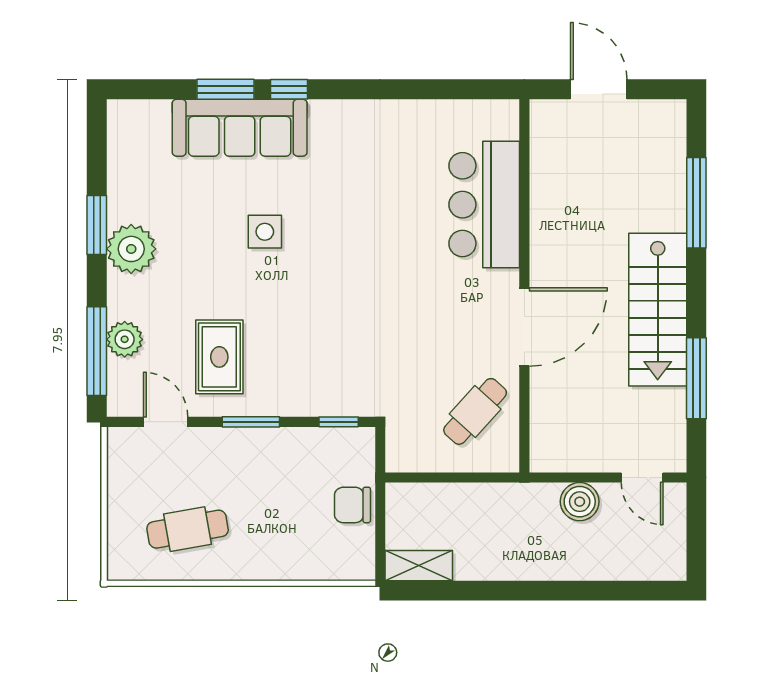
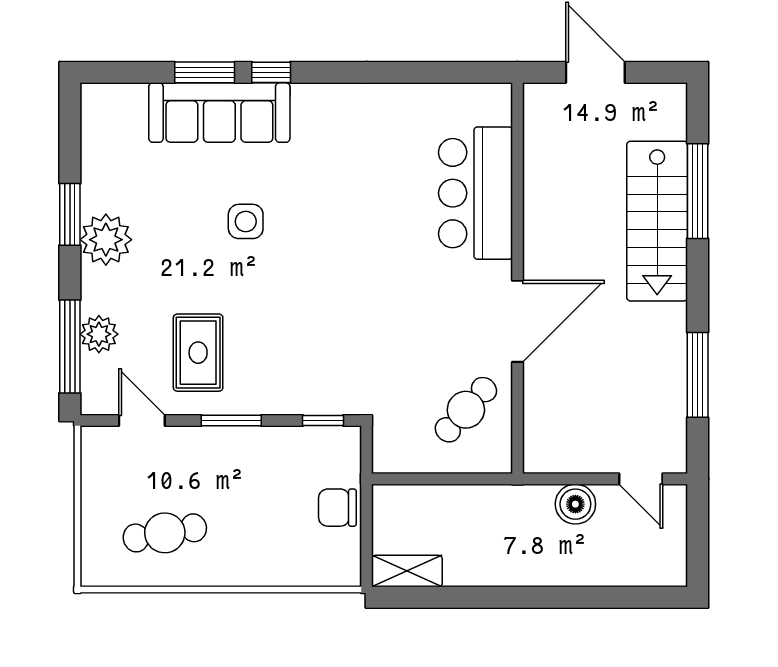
stairs: (658, 310) -> (657, 221), moved

